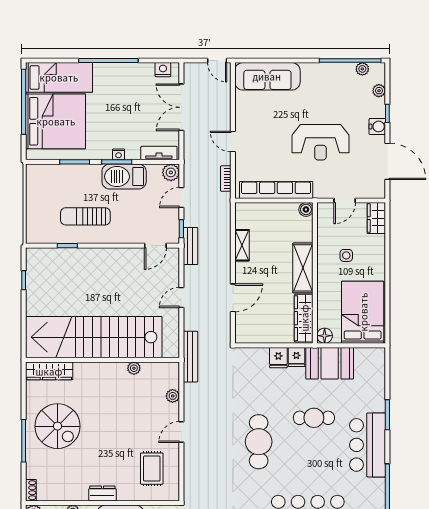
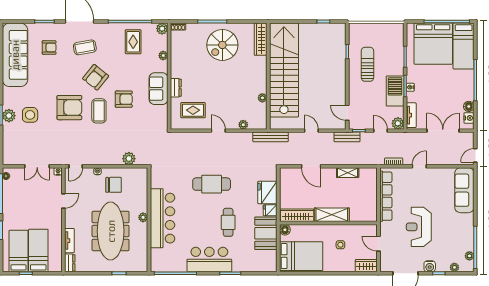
floor lamp: (146, 70) -> (469, 106), added
boiler: (306, 209) -> (372, 217), removed
fridge: (278, 358) -> (267, 192), width x1.88, depth x1.34
dresser: (102, 493) -> (176, 88), moved

